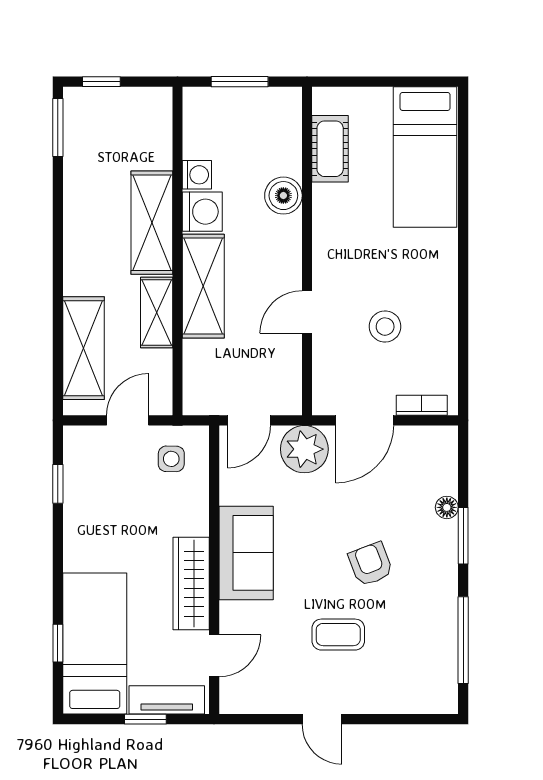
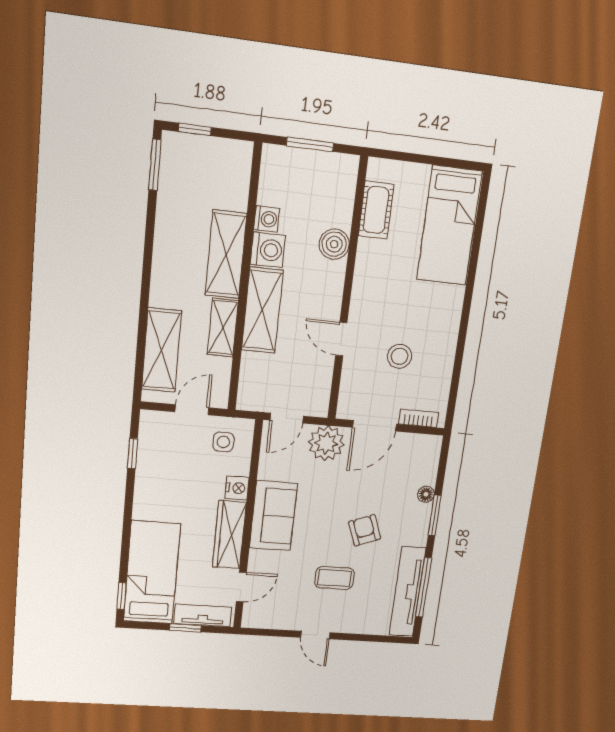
door: (307, 312) -> (341, 339), hinge flipped
nightstand: (195, 519) -> (237, 488), added
window: (58, 643) -> (122, 596), moved
tv unit: (441, 648) -> (407, 592), added

